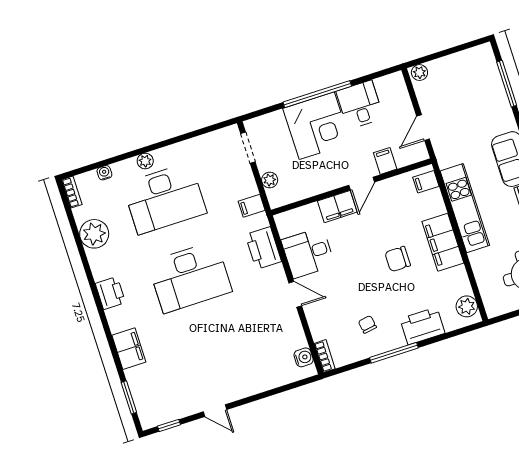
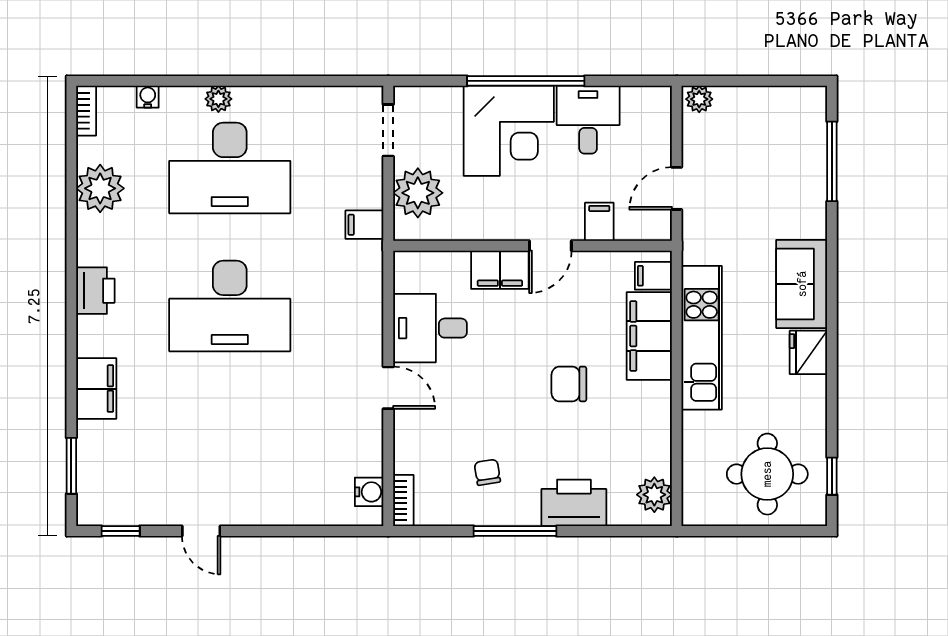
plant: (270, 180) -> (418, 193), width x1.88, depth x1.88
filing cabinet: (443, 242) -> (649, 336), moved
printer: (263, 248) -> (361, 298), removed

